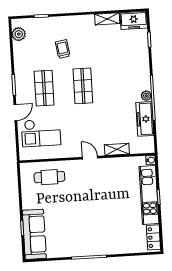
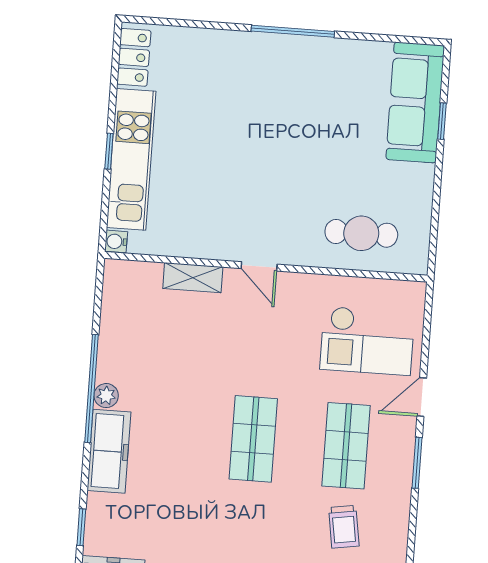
trolley: (63, 49) -> (344, 527), moved
freezer: (145, 119) -> (109, 451), moved
checkout: (41, 133) -> (367, 341), turned 180

